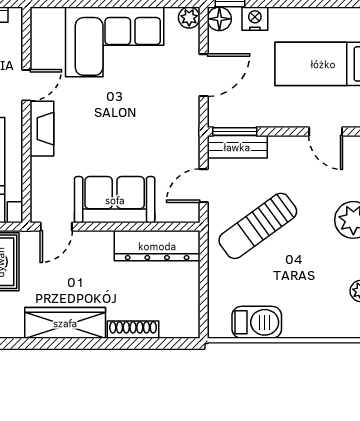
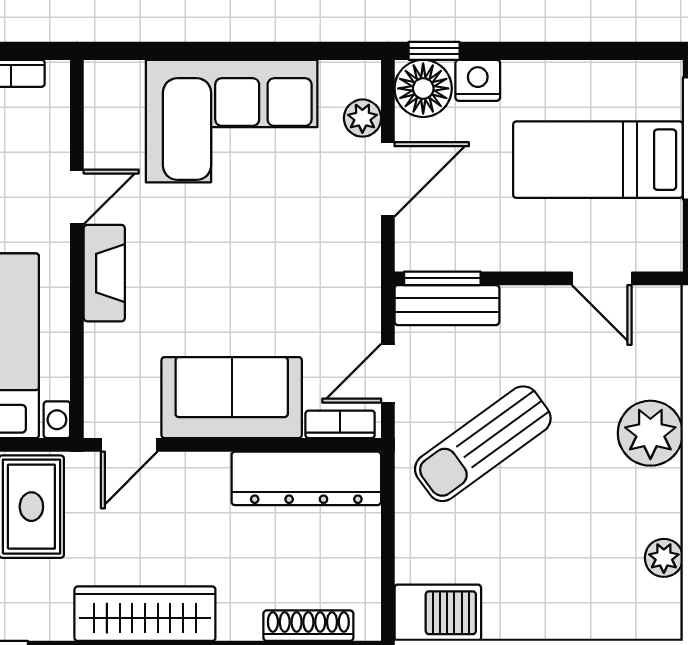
plant: (189, 18) -> (362, 118), moved
floor lamp: (219, 19) -> (423, 88), width x1.38, depth x1.38
bookcase: (176, 215) -> (340, 424), added
barbecue: (257, 322) -> (438, 613), moved
shoe rack: (133, 330) -> (308, 626), moved

